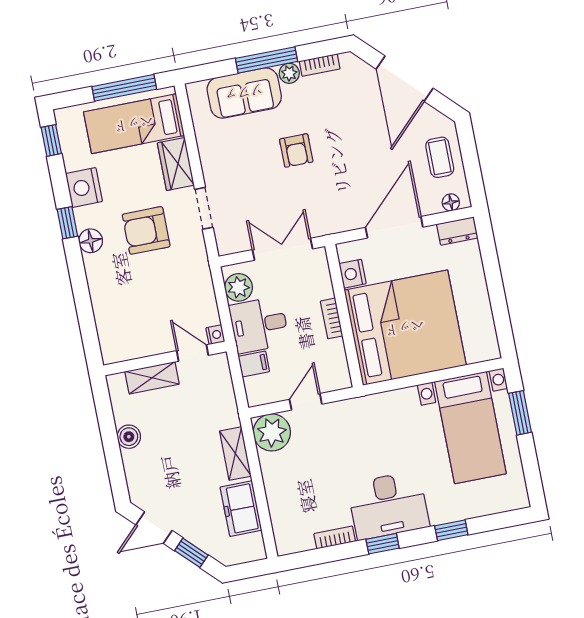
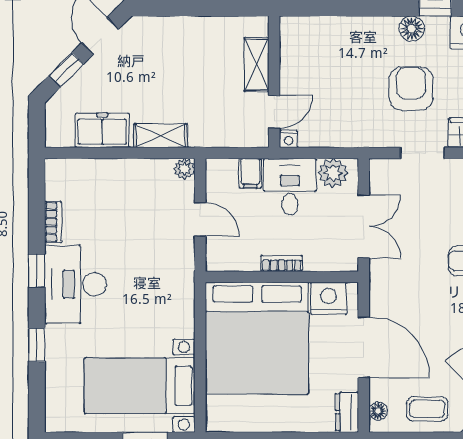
nightstand: (353, 274) -> (329, 298), width x1.36, depth x1.33
plant: (272, 432) -> (184, 169), width x0.53, depth x0.53
boiler: (129, 437) -> (200, 28), removed

